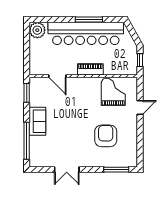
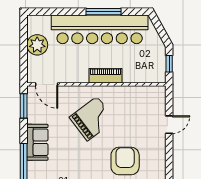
plant: (37, 30) -> (37, 45), moved
door: (57, 76) -> (47, 84), moved
grand piano: (113, 92) -> (92, 119), moved, turned 53

